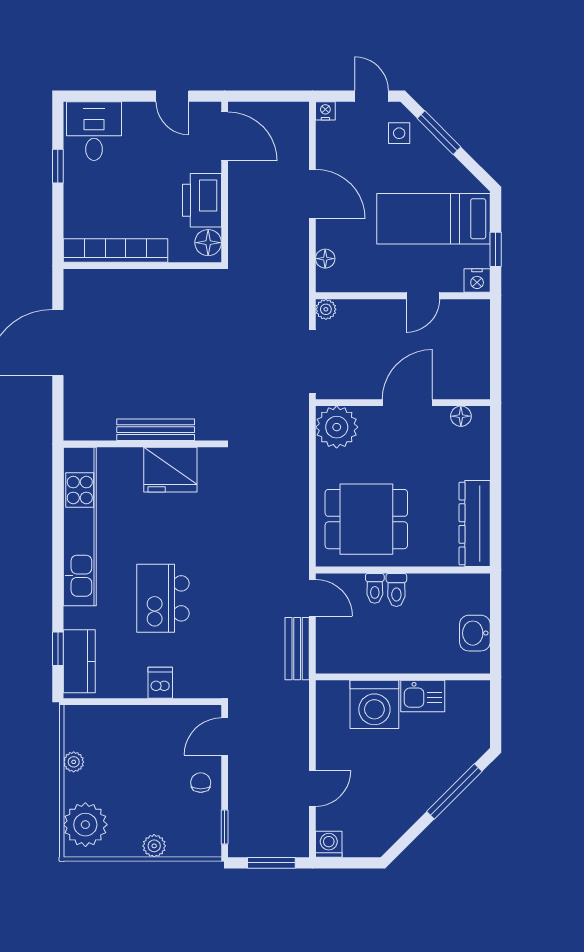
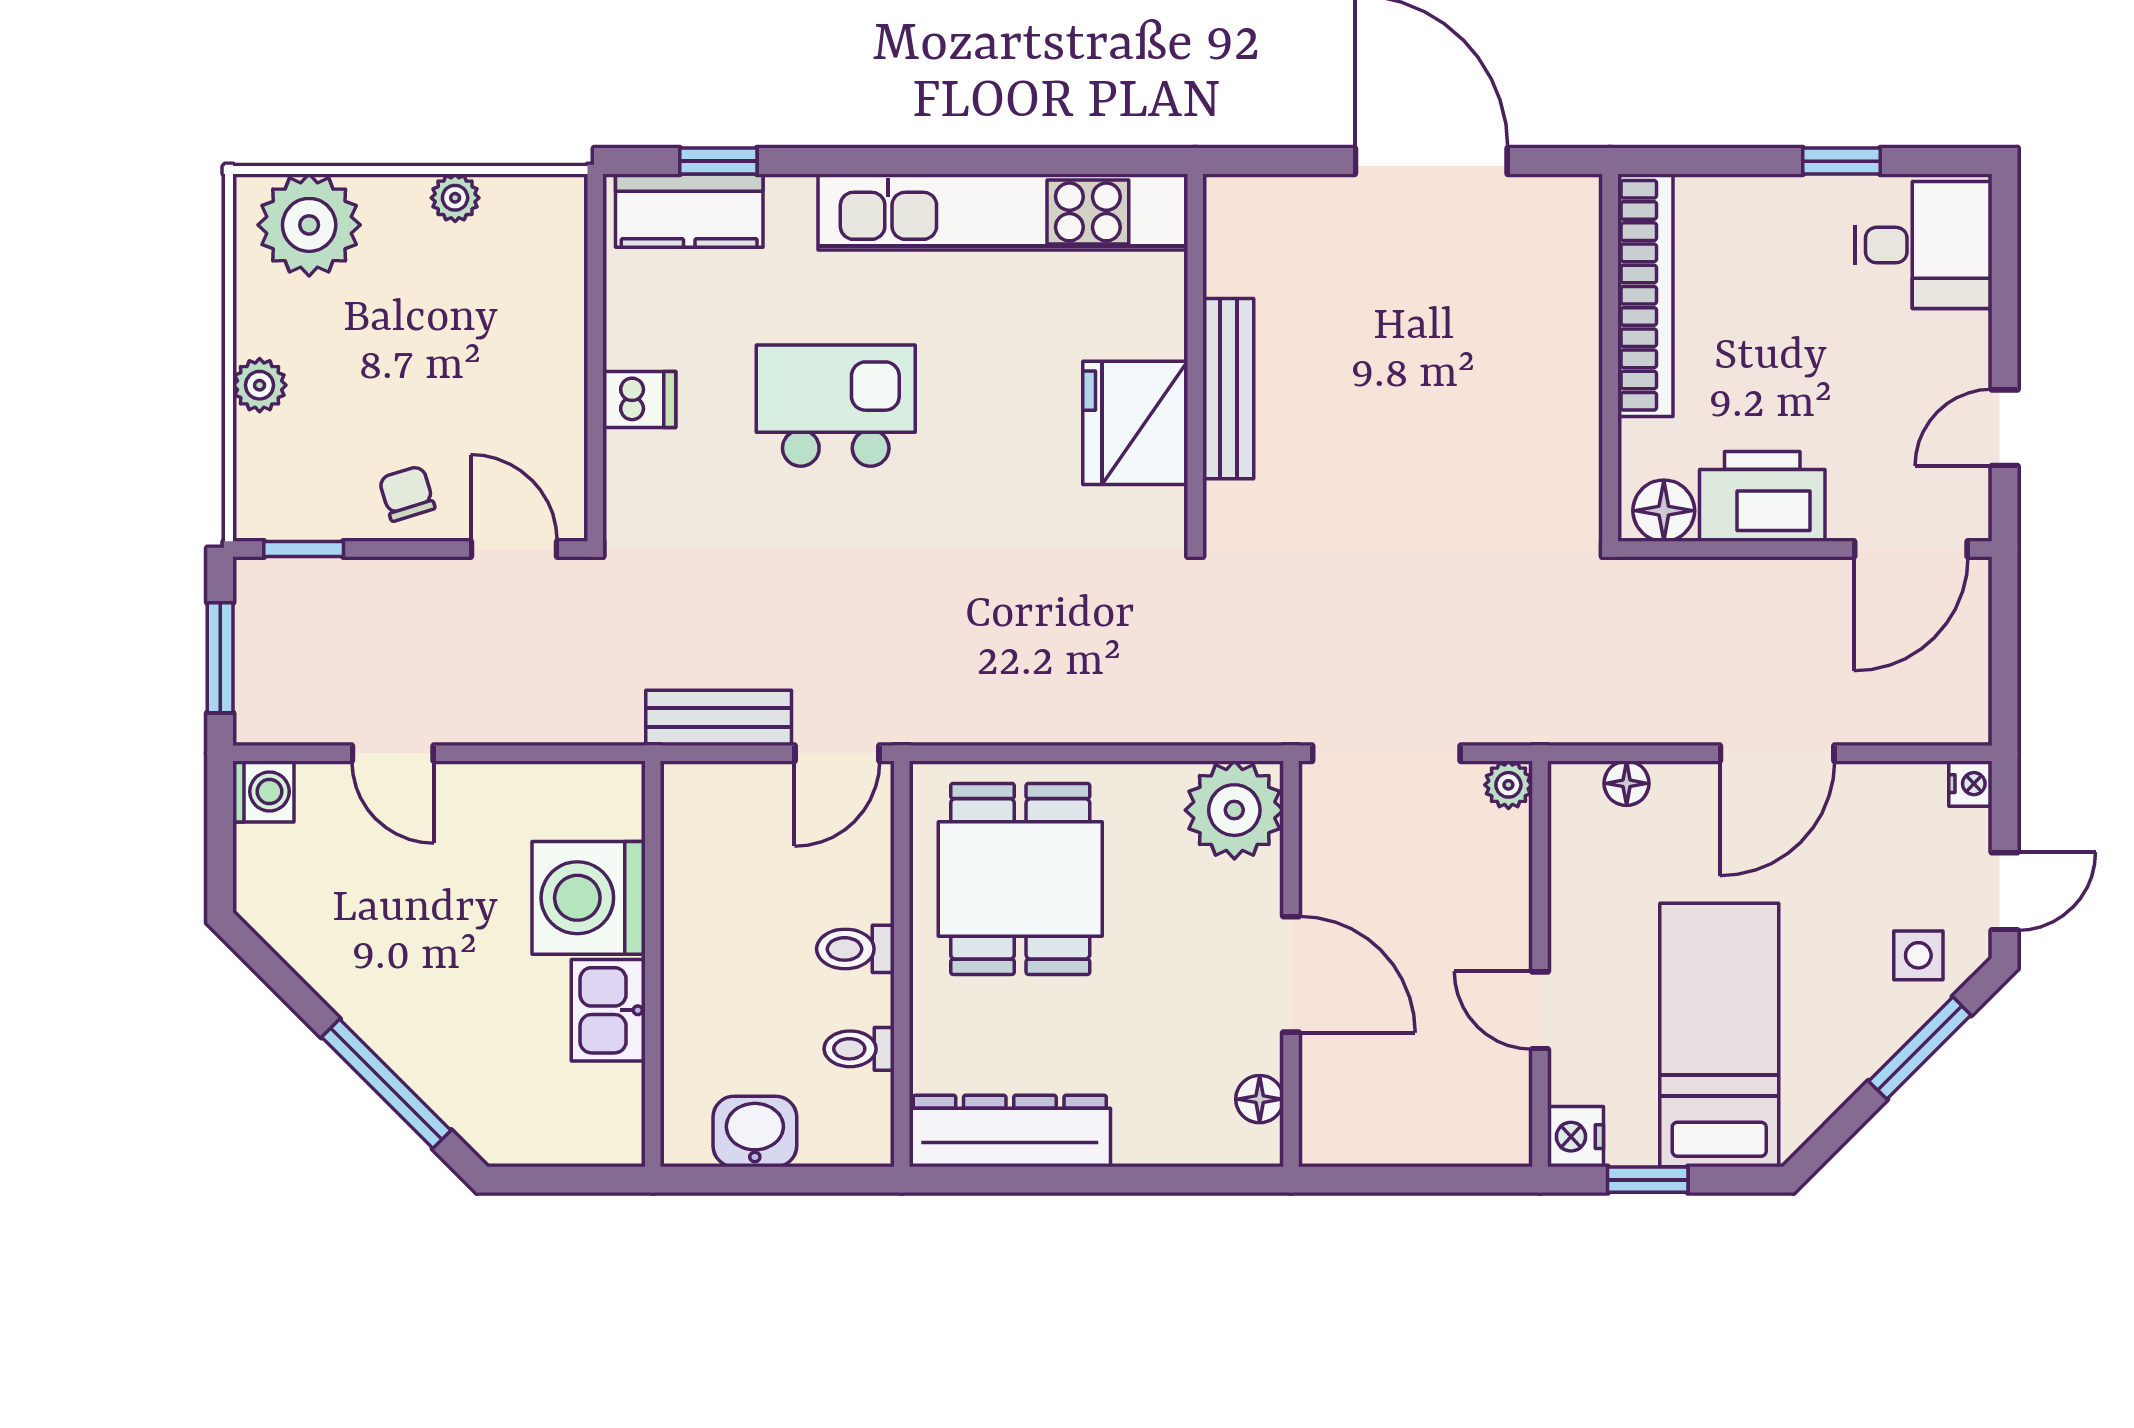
toilet: (375, 588) -> (859, 1049), moved
chair: (201, 783) -> (407, 493), turned -107

